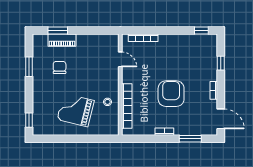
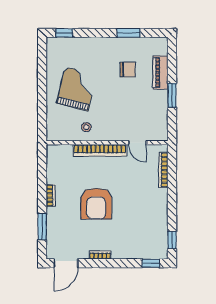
window: (58, 31) -> (172, 95), moved
door: (120, 59) -> (137, 143), hinge flipped
window: (221, 63) -> (151, 263), moved
armchair: (171, 94) -> (96, 204), turned 90
bookcase: (127, 106) -> (100, 150), moved

